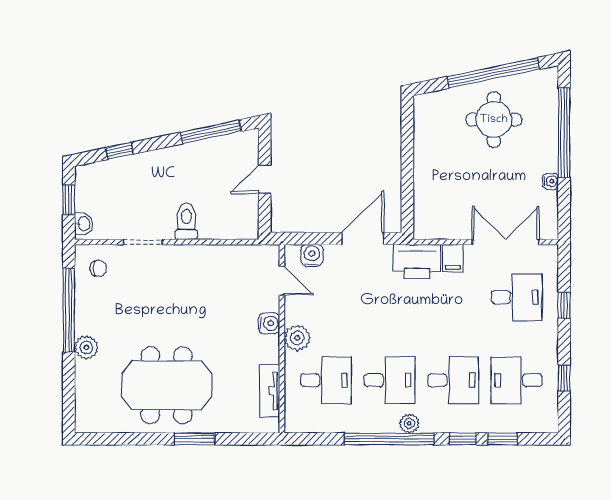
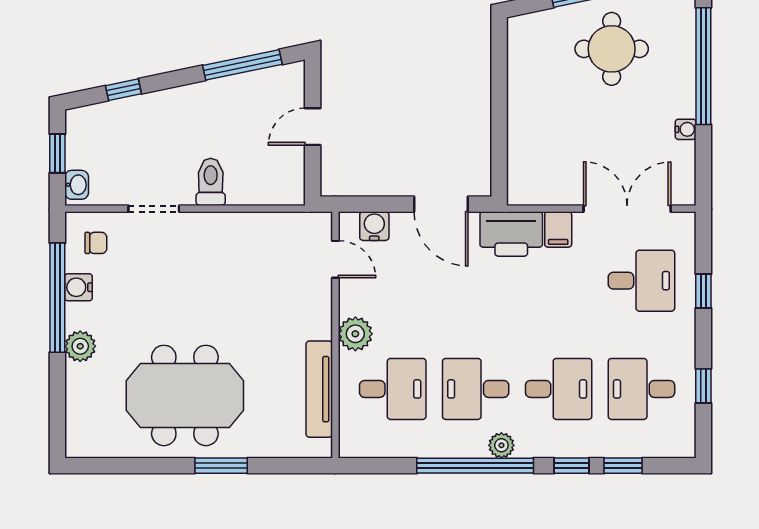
door: (363, 239) -> (441, 204), swing flipped
water cooler: (269, 323) -> (78, 287), moved, turned 180
desk: (389, 380) -> (476, 389), turned 180
tv unit: (270, 391) -> (319, 389), width x1.41

